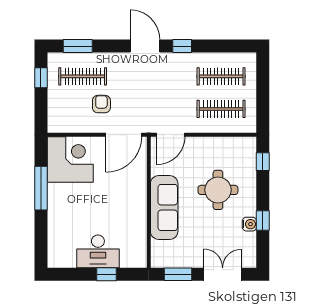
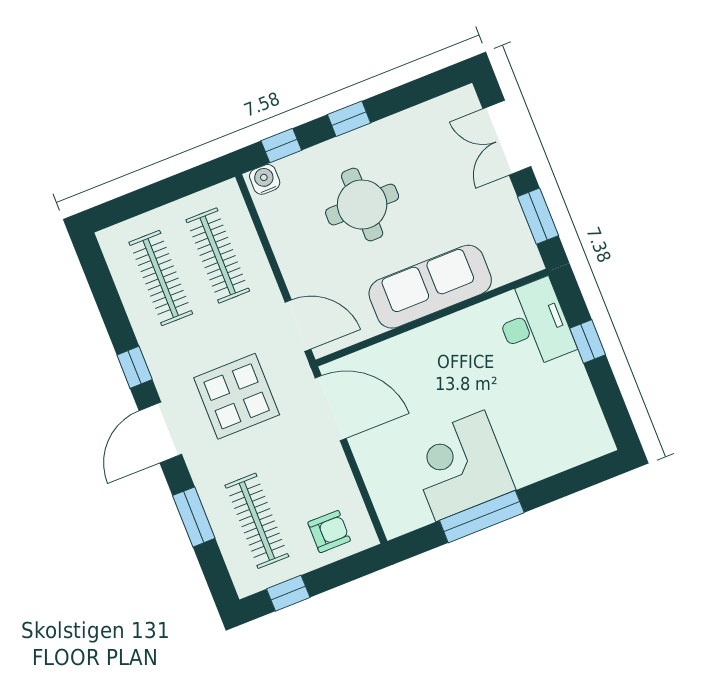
window: (78, 46) -> (194, 517), moved
display table: (148, 91) -> (237, 396), added
armchair: (101, 104) -> (329, 532), moved, turned 180
corner desk: (70, 160) -> (460, 466), moved
window: (263, 221) -> (349, 119), moved
water cooler: (249, 224) -> (265, 179), moved
desk: (98, 251) -> (534, 324), moved

